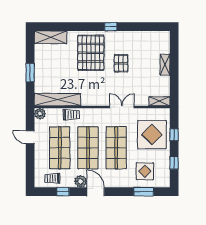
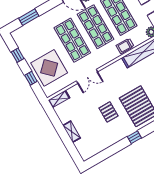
display table: (145, 171) -> (38, 34), removed

